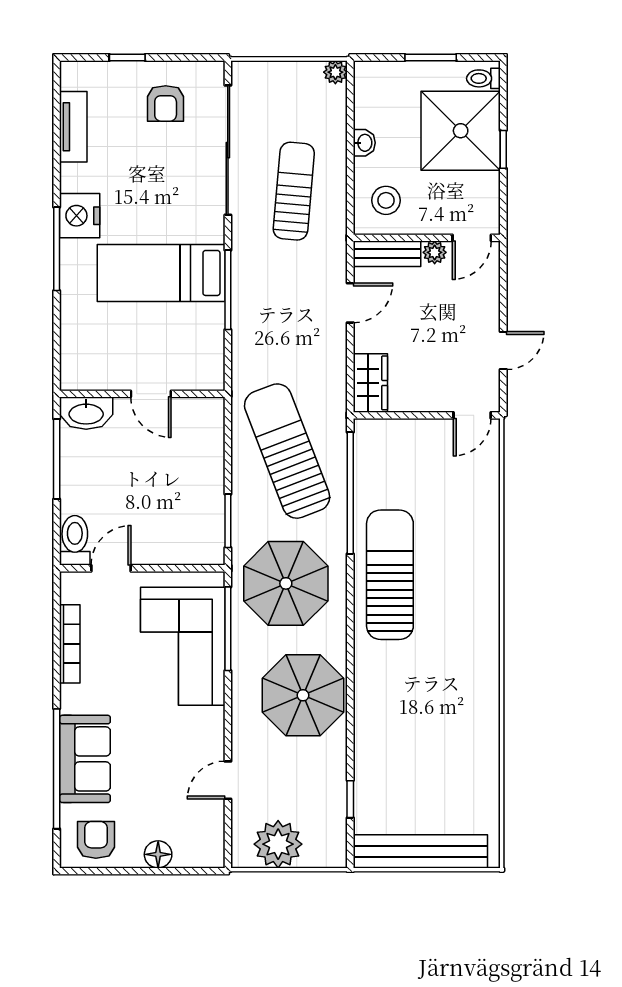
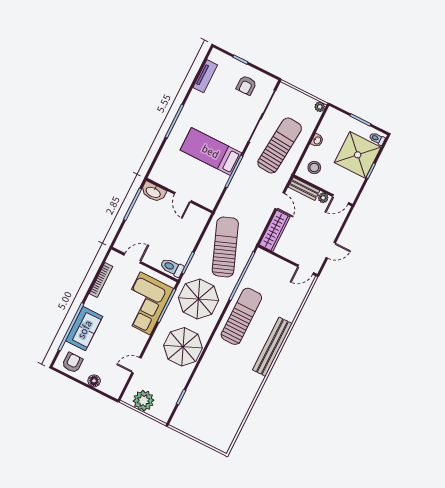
sun lounger: (294, 191) -> (280, 146), width x1.36, depth x1.34
nightstand: (80, 216) -> (190, 113), removed
door: (350, 303) -> (280, 201), hinge flipped
wardrobe: (370, 383) -> (275, 231), width x1.50
toilet: (75, 540) -> (172, 267), moved, turned -90
bench: (420, 851) -> (272, 347), moved, turned 90

